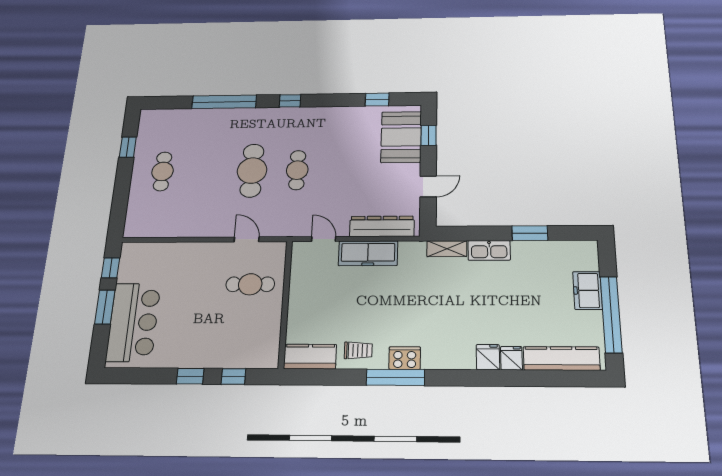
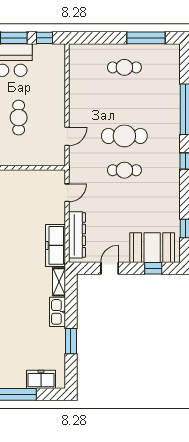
window: (128, 147) -> (146, 38), width x2.17
door: (428, 186) -> (110, 268), swing flipped
freezer: (368, 253) -> (55, 245), moved
cafe table: (250, 284) -> (19, 118), moved
freezer: (587, 290) -> (41, 379), moved

